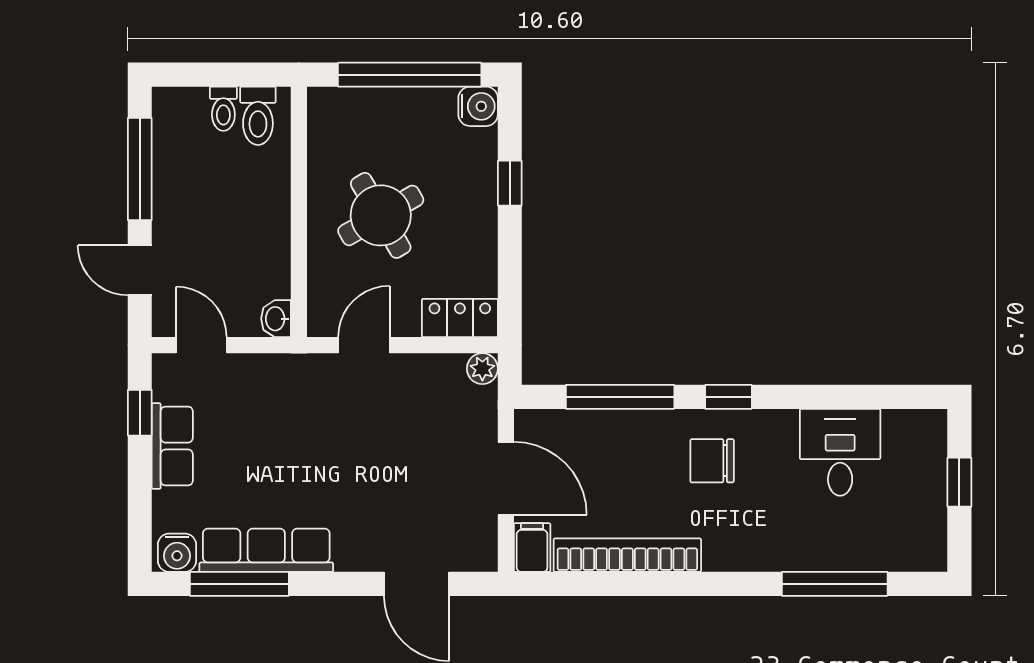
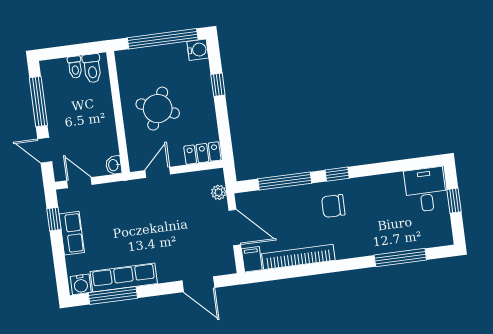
round table: (381, 215) -> (158, 109), turned -37
plant: (482, 369) -> (219, 192), moved
desk: (840, 452) -> (426, 190), moved

